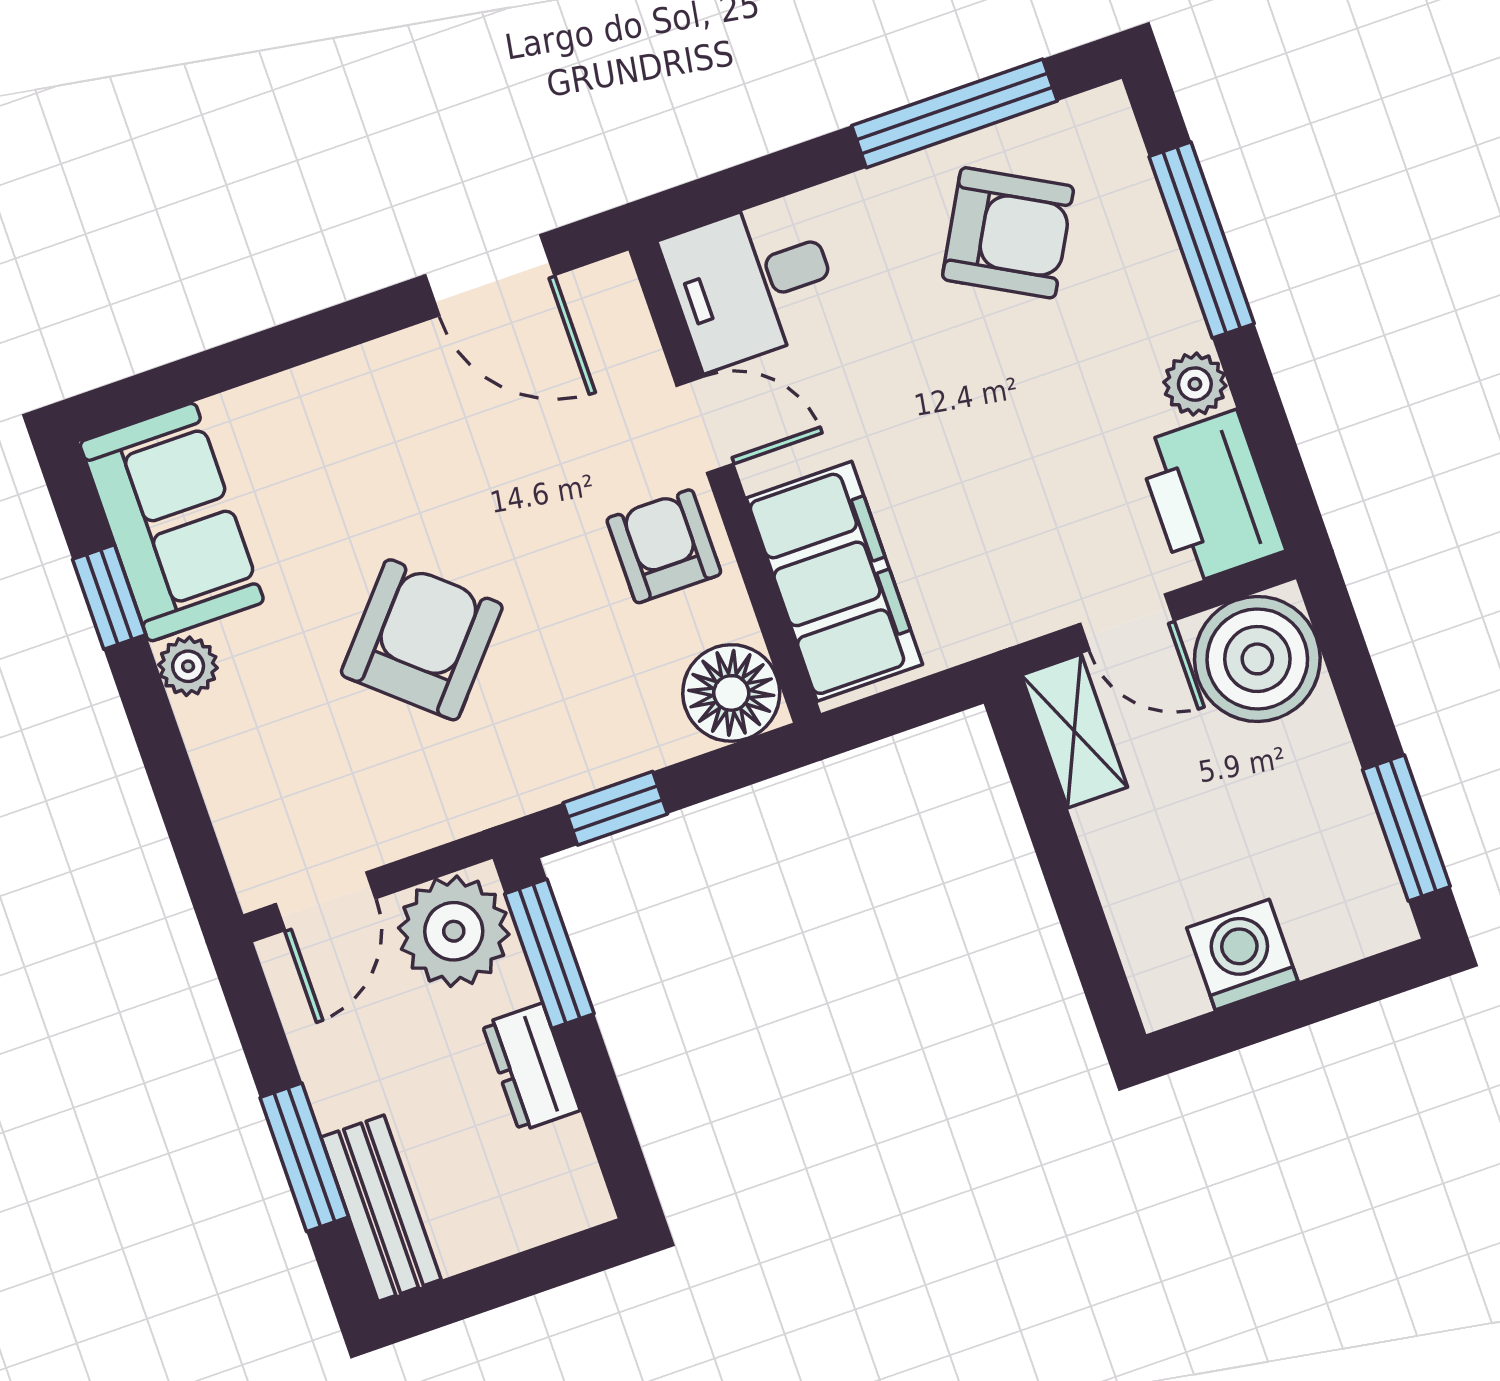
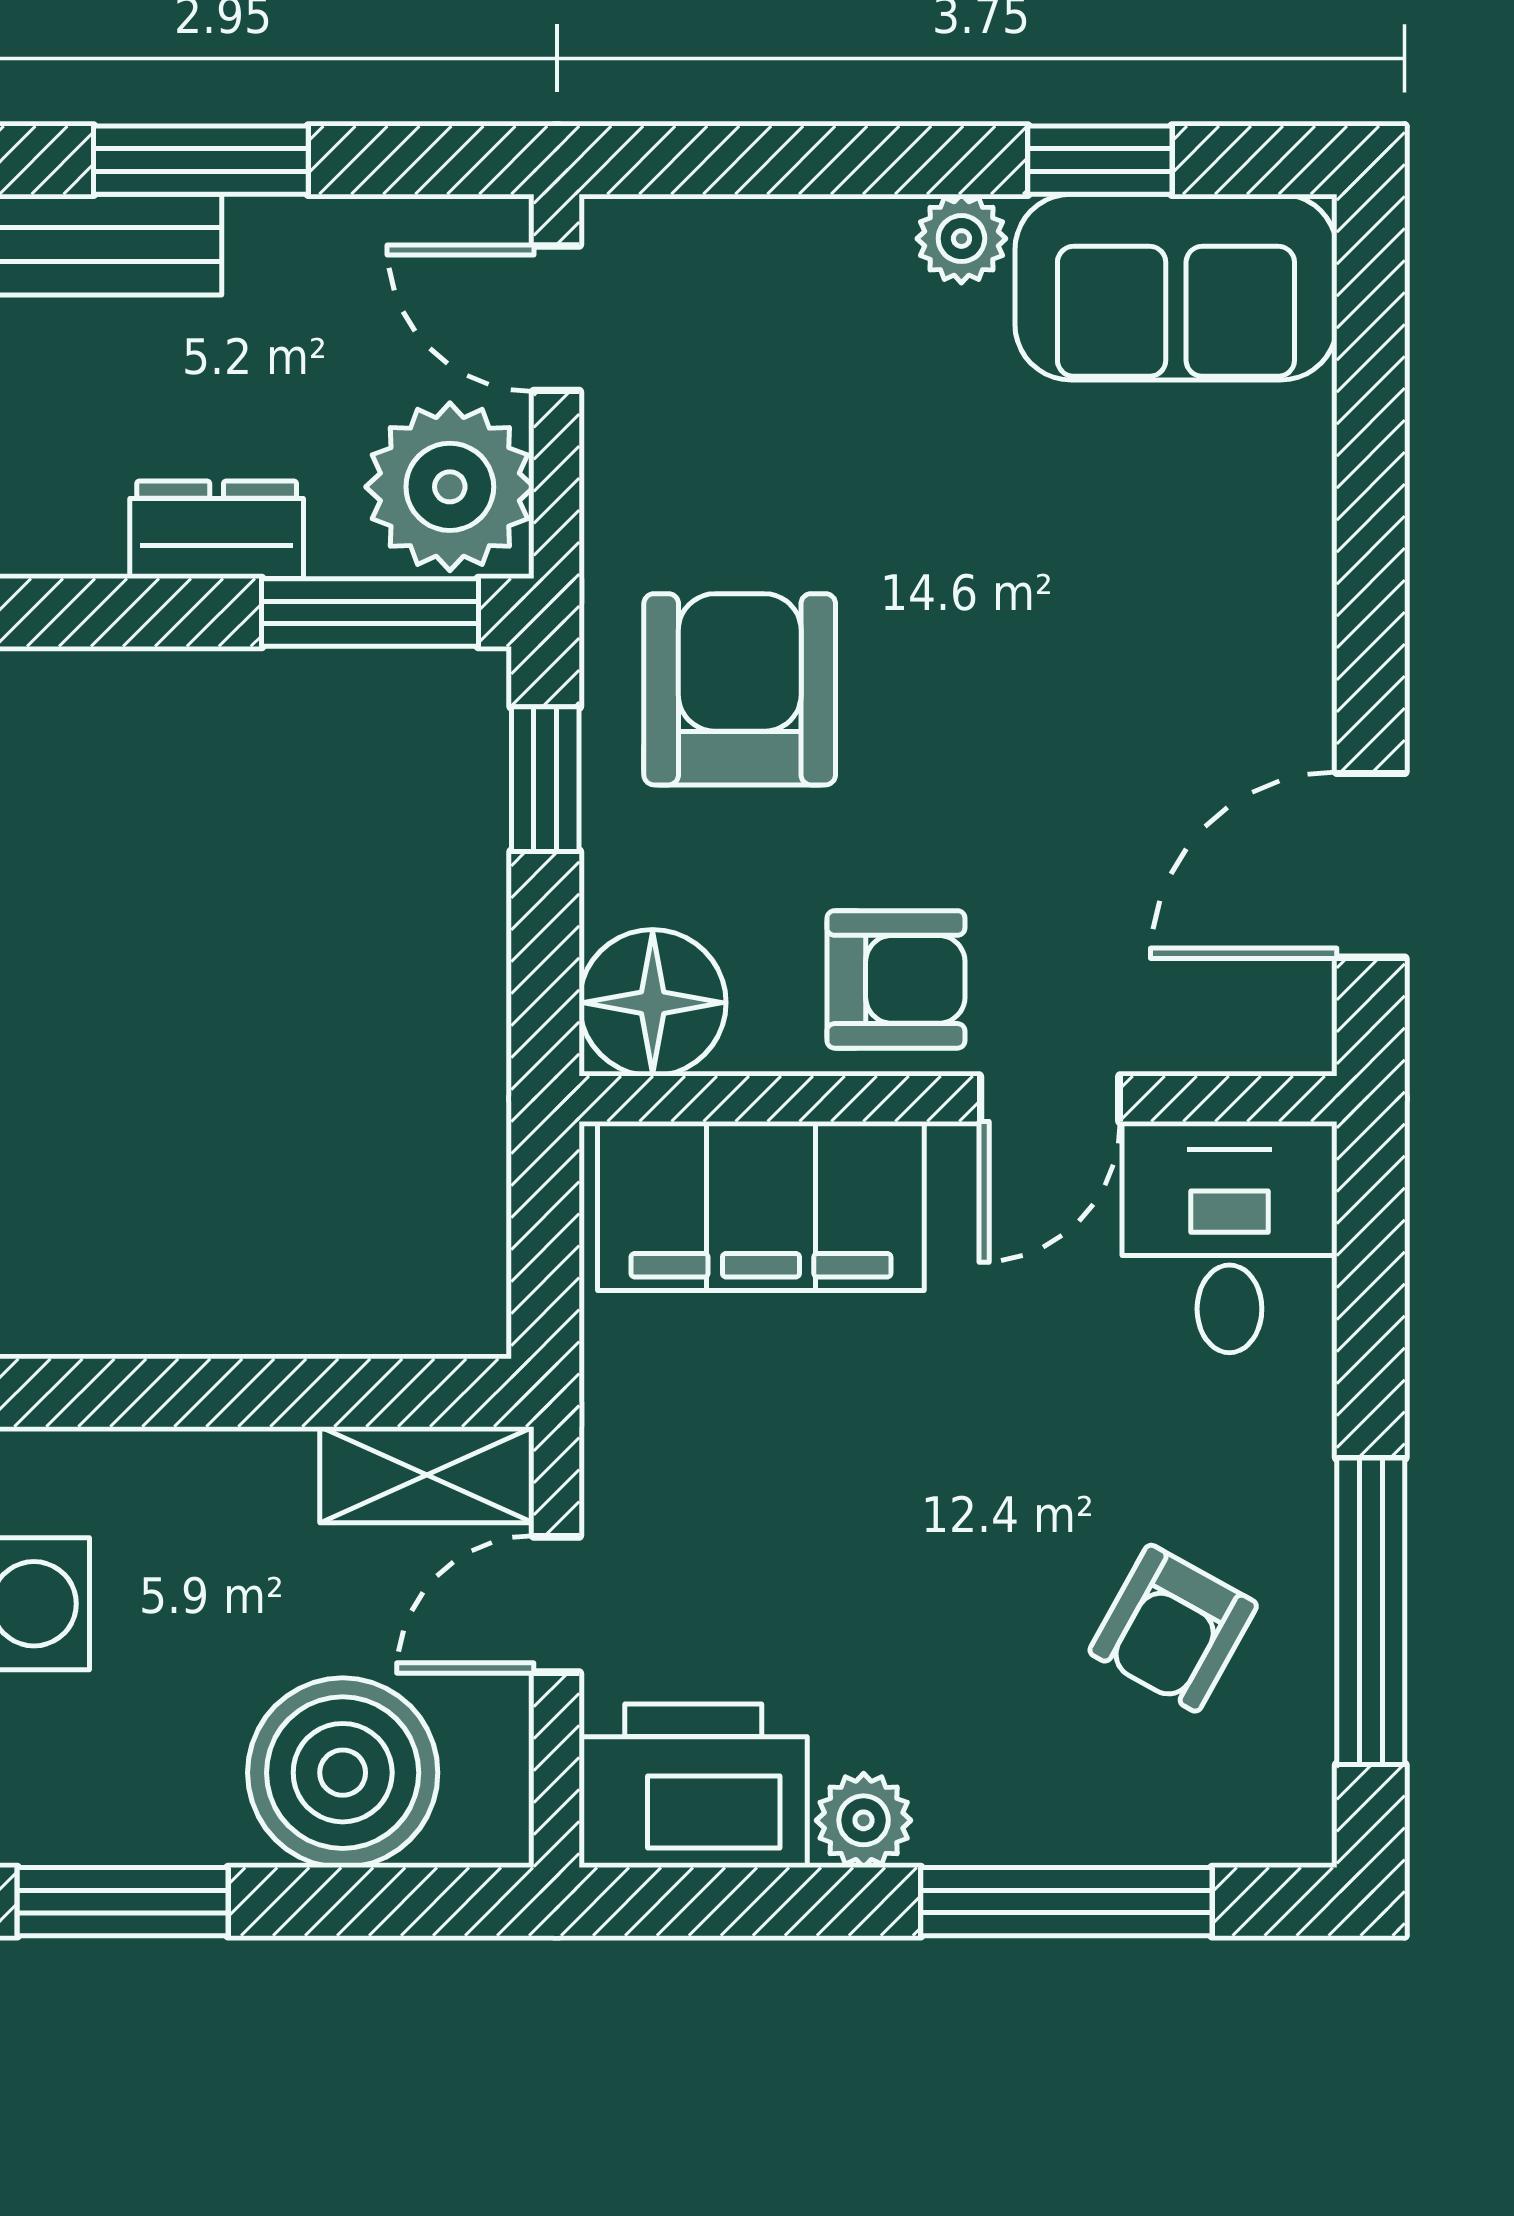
armchair: (1008, 233) -> (1173, 1628), width x0.72, depth x0.72
armchair: (422, 640) -> (740, 689), moved, turned -131
boiler: (1257, 659) -> (343, 1773), moved

